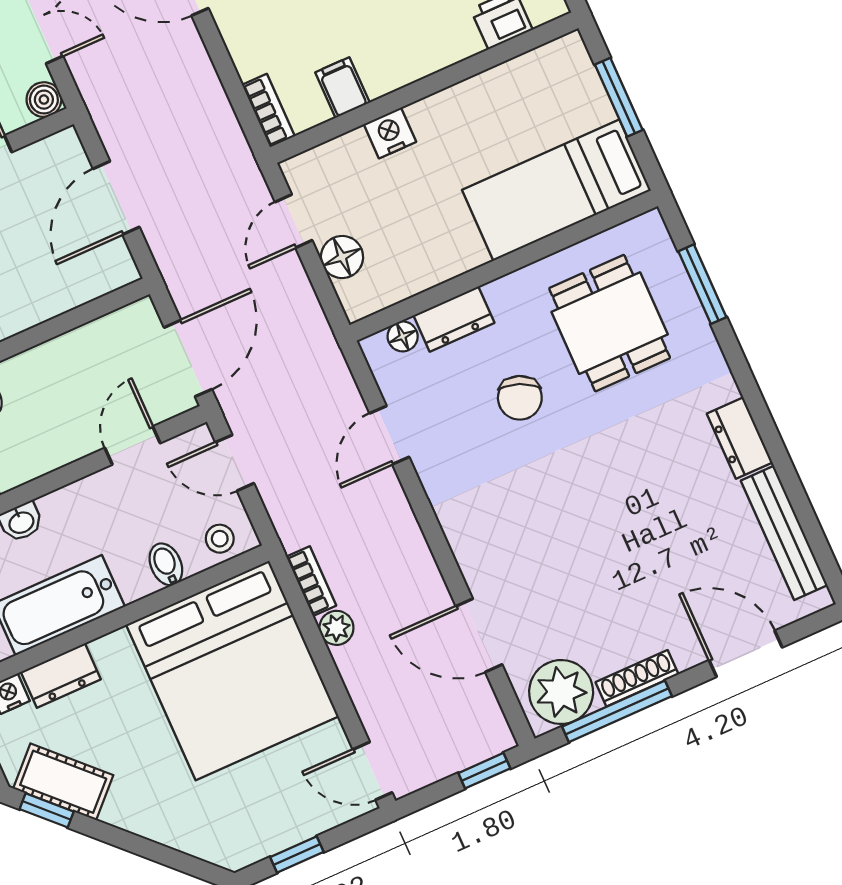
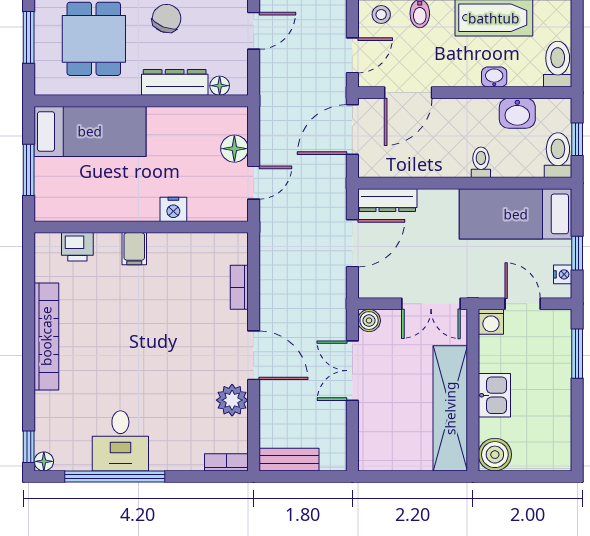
filing cabinet: (342, 88) -> (134, 249), moved
bookcase: (268, 111) -> (239, 287), moved
dresser: (94, 281) -> (387, 200), added
dresser: (454, 319) -> (175, 82), width x1.44
door: (133, 446) -> (408, 93), width x1.38
door: (235, 463) -> (352, 55), hinge flipped

